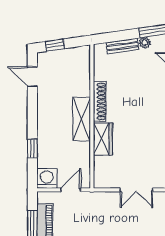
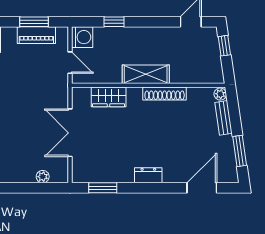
plant: (145, 43) -> (220, 94), moved
wardrobe: (103, 139) -> (109, 97), moved
double door: (136, 190) -> (70, 133), width x1.37

